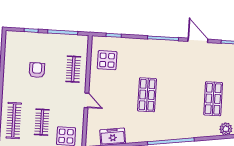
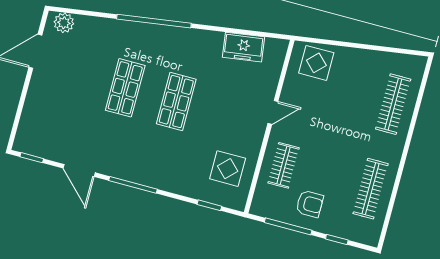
armchair: (37, 70) -> (310, 204), moved, turned -90
shop shelf: (213, 99) -> (125, 88), moved
door: (86, 100) -> (273, 112), swing flipped
clothes rail: (42, 122) -> (371, 189), moved, width x1.36

